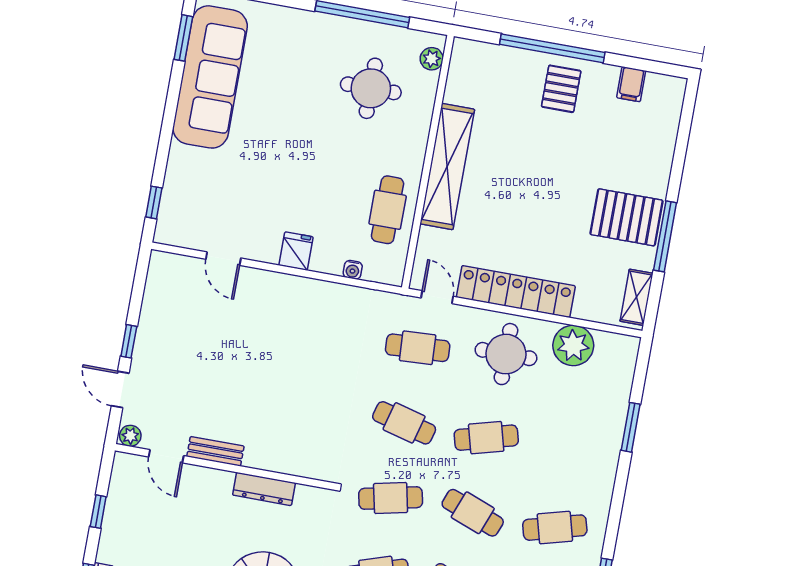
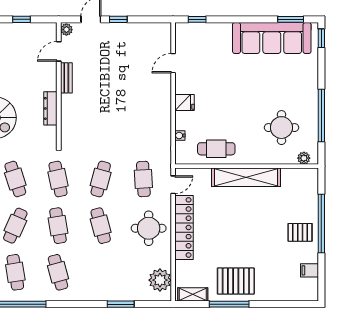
pallet: (627, 217) -> (236, 281), turned 90
plant: (573, 345) -> (160, 280), moved
cafe table: (473, 513) -> (58, 226), turned -30

